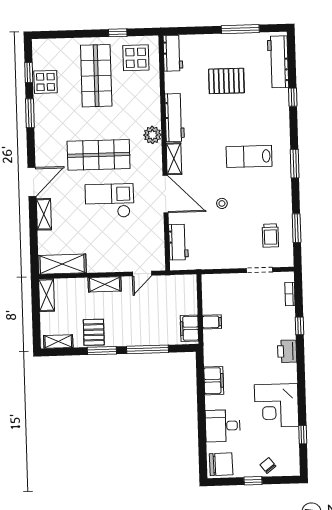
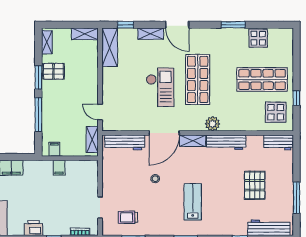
window: (29, 72) -> (126, 25), moved
workbench: (178, 242) -> (125, 142), width x1.38
shelving: (105, 284) -> (92, 140), moved
filing cabinet: (189, 328) -> (54, 149), width x0.50

